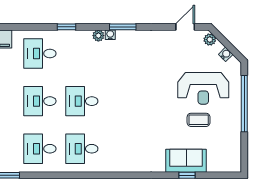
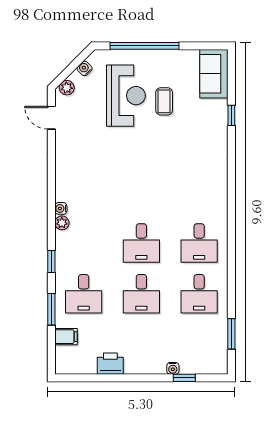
window: (123, 27) -> (51, 309), moved
sofa: (186, 161) -> (214, 74), moved

